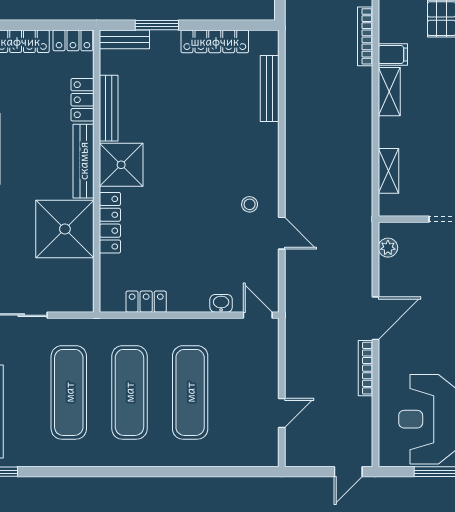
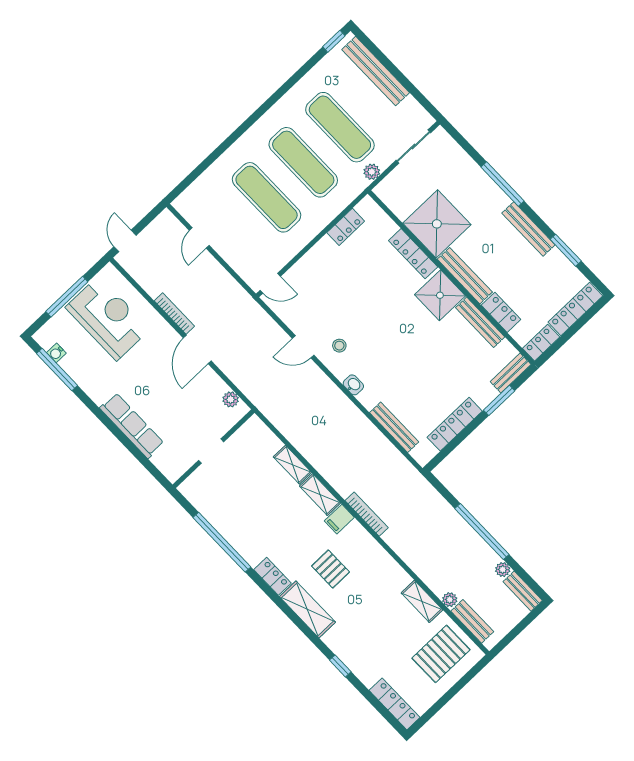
shelving: (388, 171) -> (292, 465), moved
washbasin: (221, 303) -> (353, 385), moved, turned -90
plant: (78, 328) -> (372, 172), added

